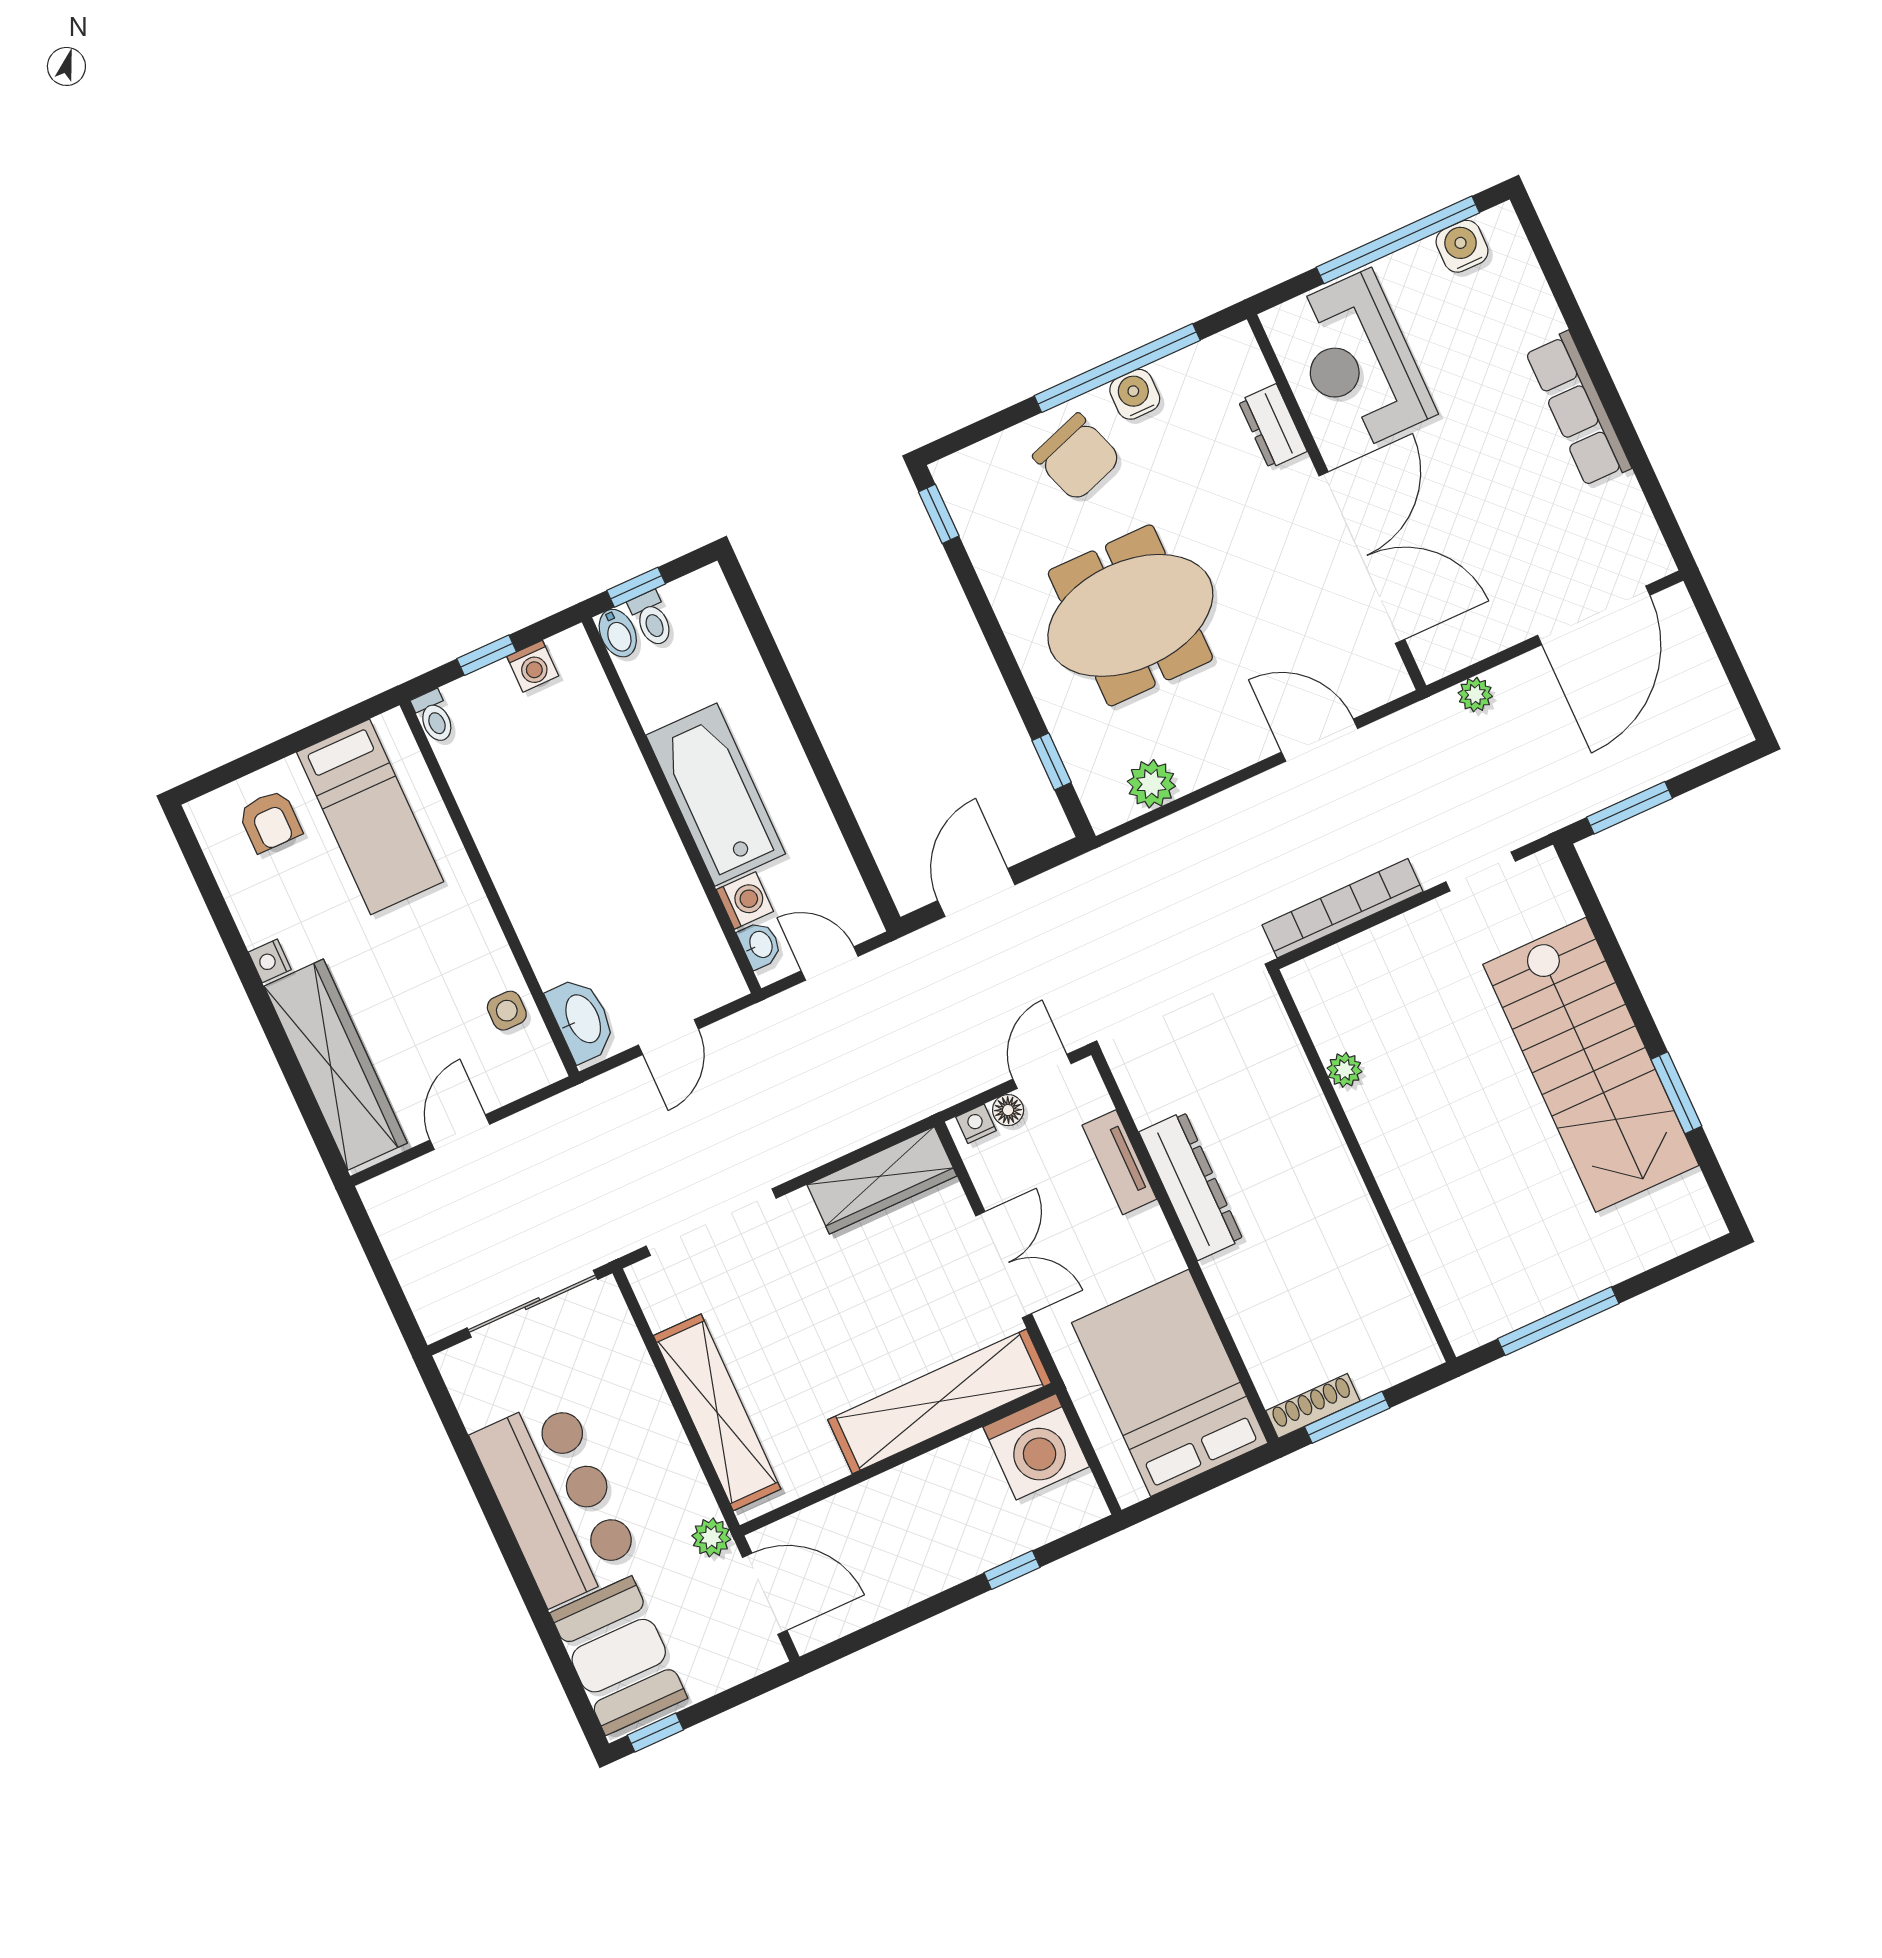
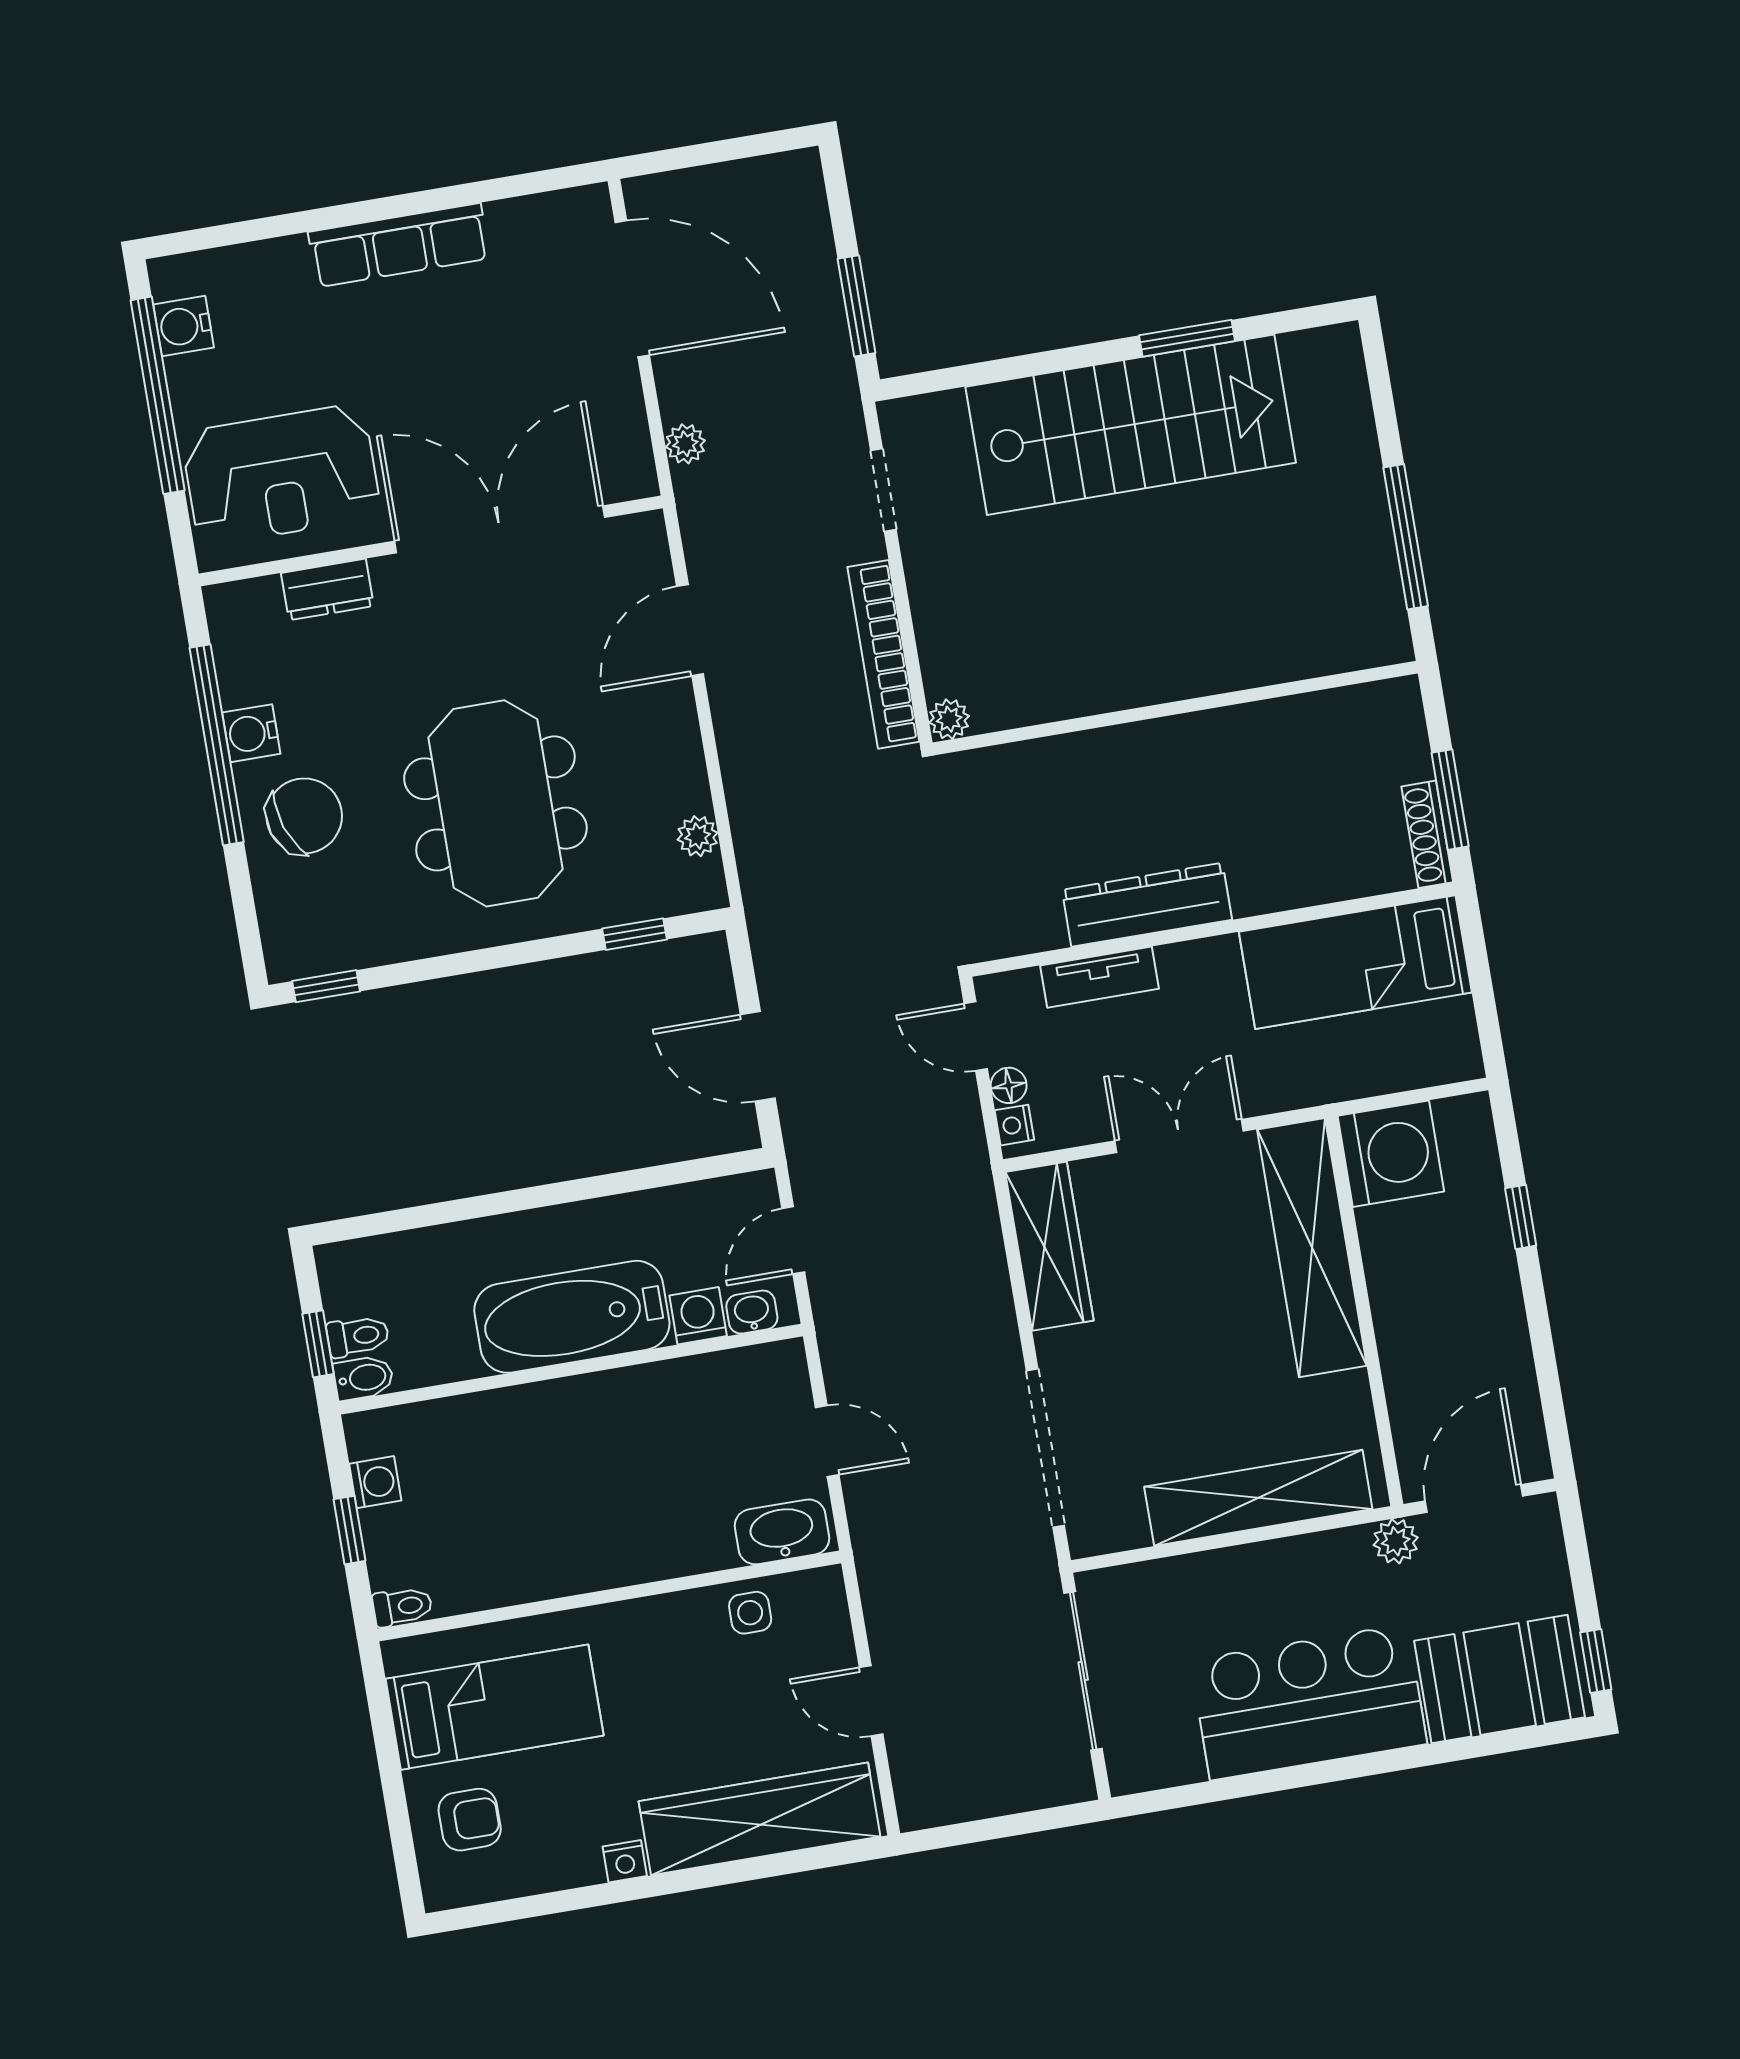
plant: (1151, 784) -> (698, 836), width x0.73, depth x0.73
plant: (1345, 1070) -> (949, 719), moved
bed: (1170, 1383) -> (1355, 962), width x0.67

